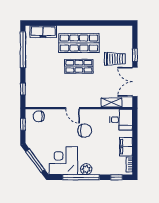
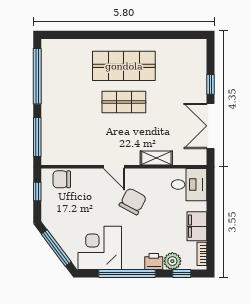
freezer: (43, 32) -> (68, 48), removed
trolley: (115, 59) -> (179, 90), removed
window: (23, 89) -> (37, 137), width x2.17
shelving: (111, 103) -> (156, 158), moved
chair: (85, 131) -> (133, 201), turned -62
plant: (86, 169) -> (172, 261), moved
printer: (98, 170) -> (154, 262), added

